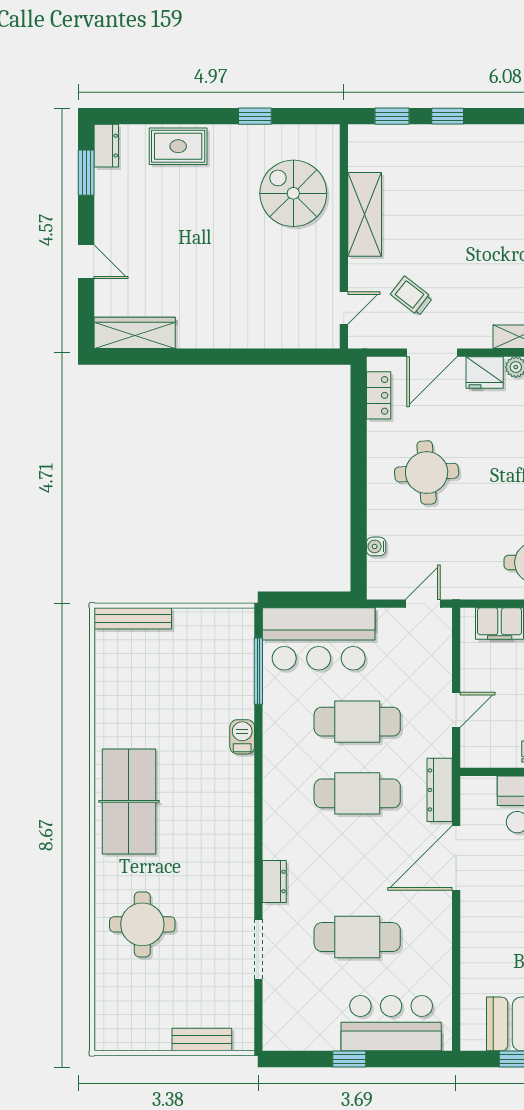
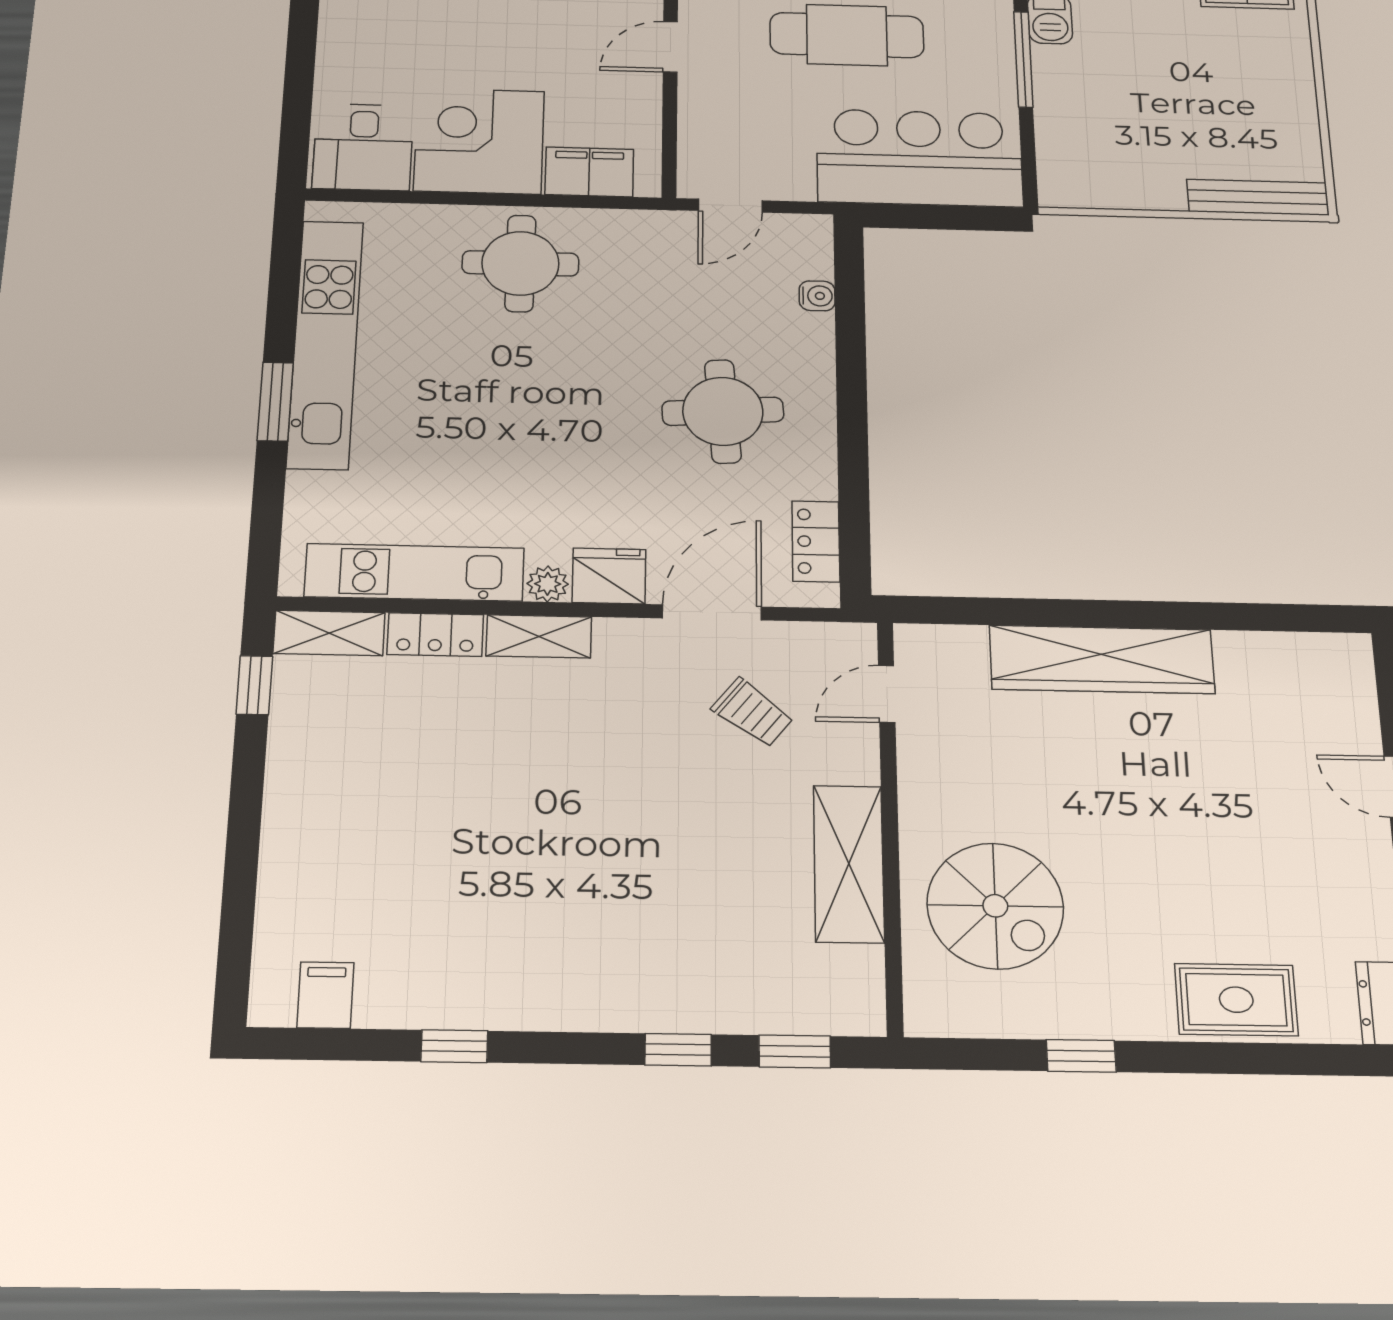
wardrobe: (135, 333) -> (1102, 659), moved, width x1.40, depth x1.17
window: (258, 671) -> (1023, 59), moved

